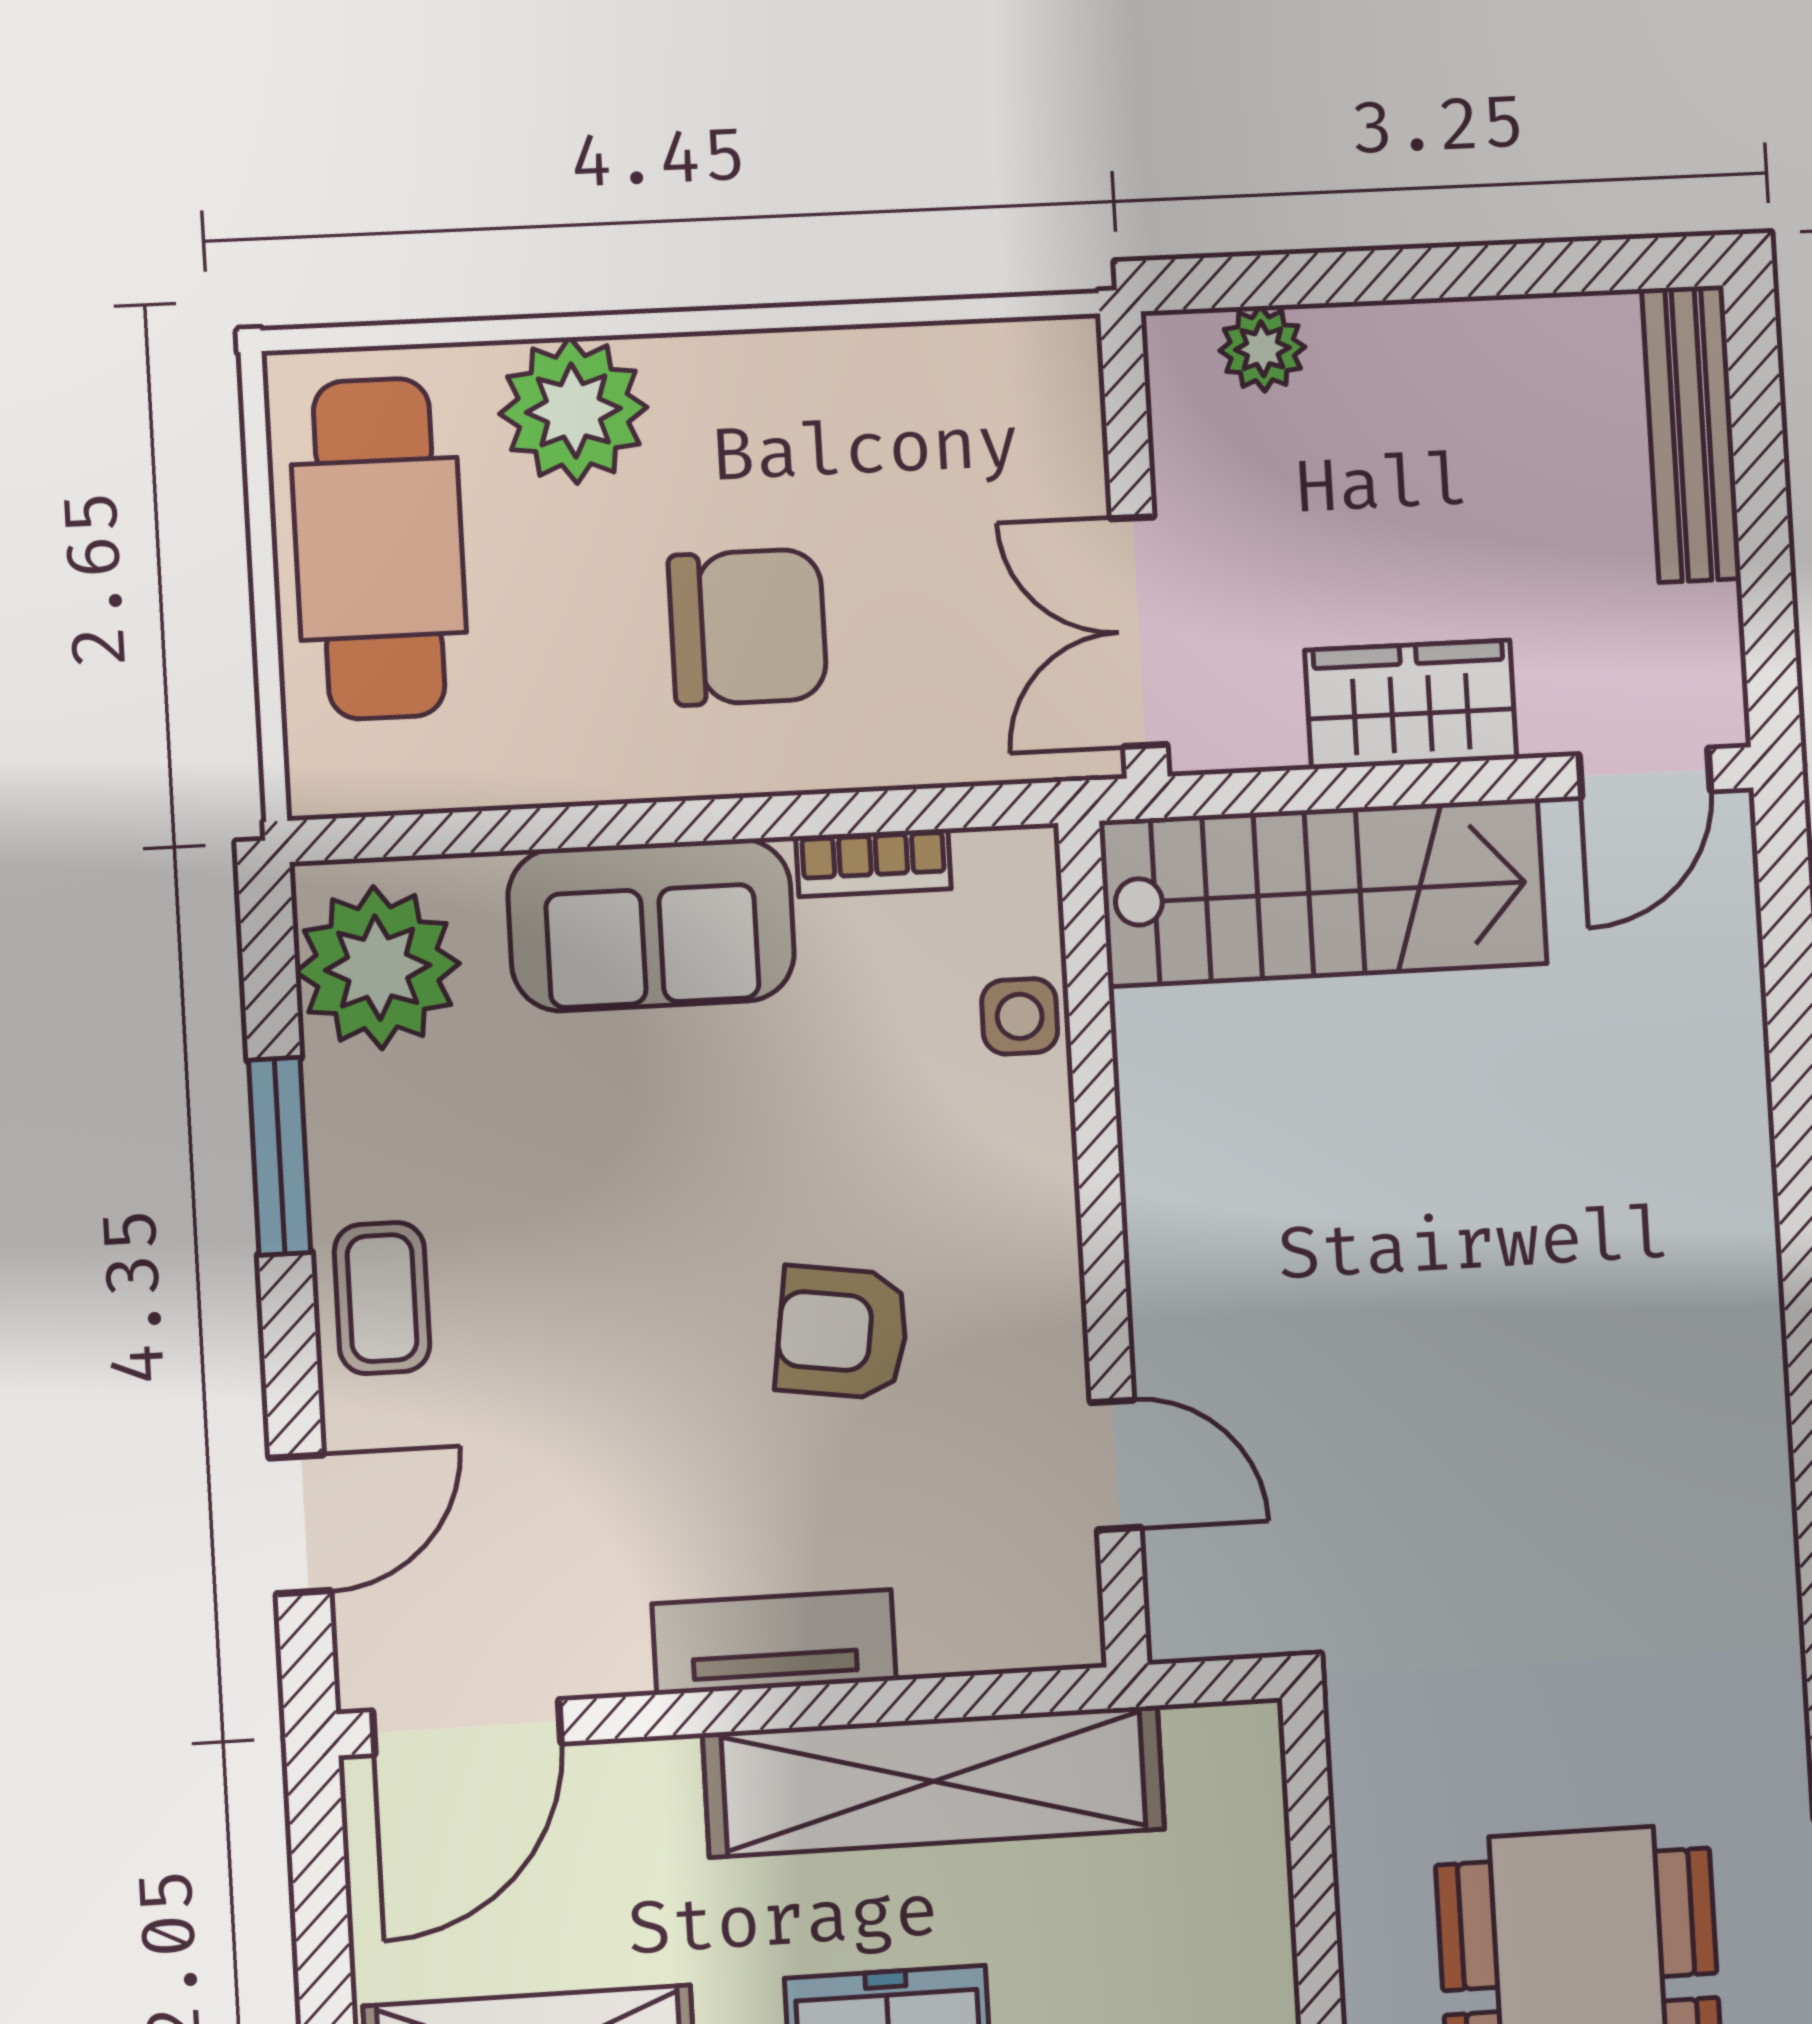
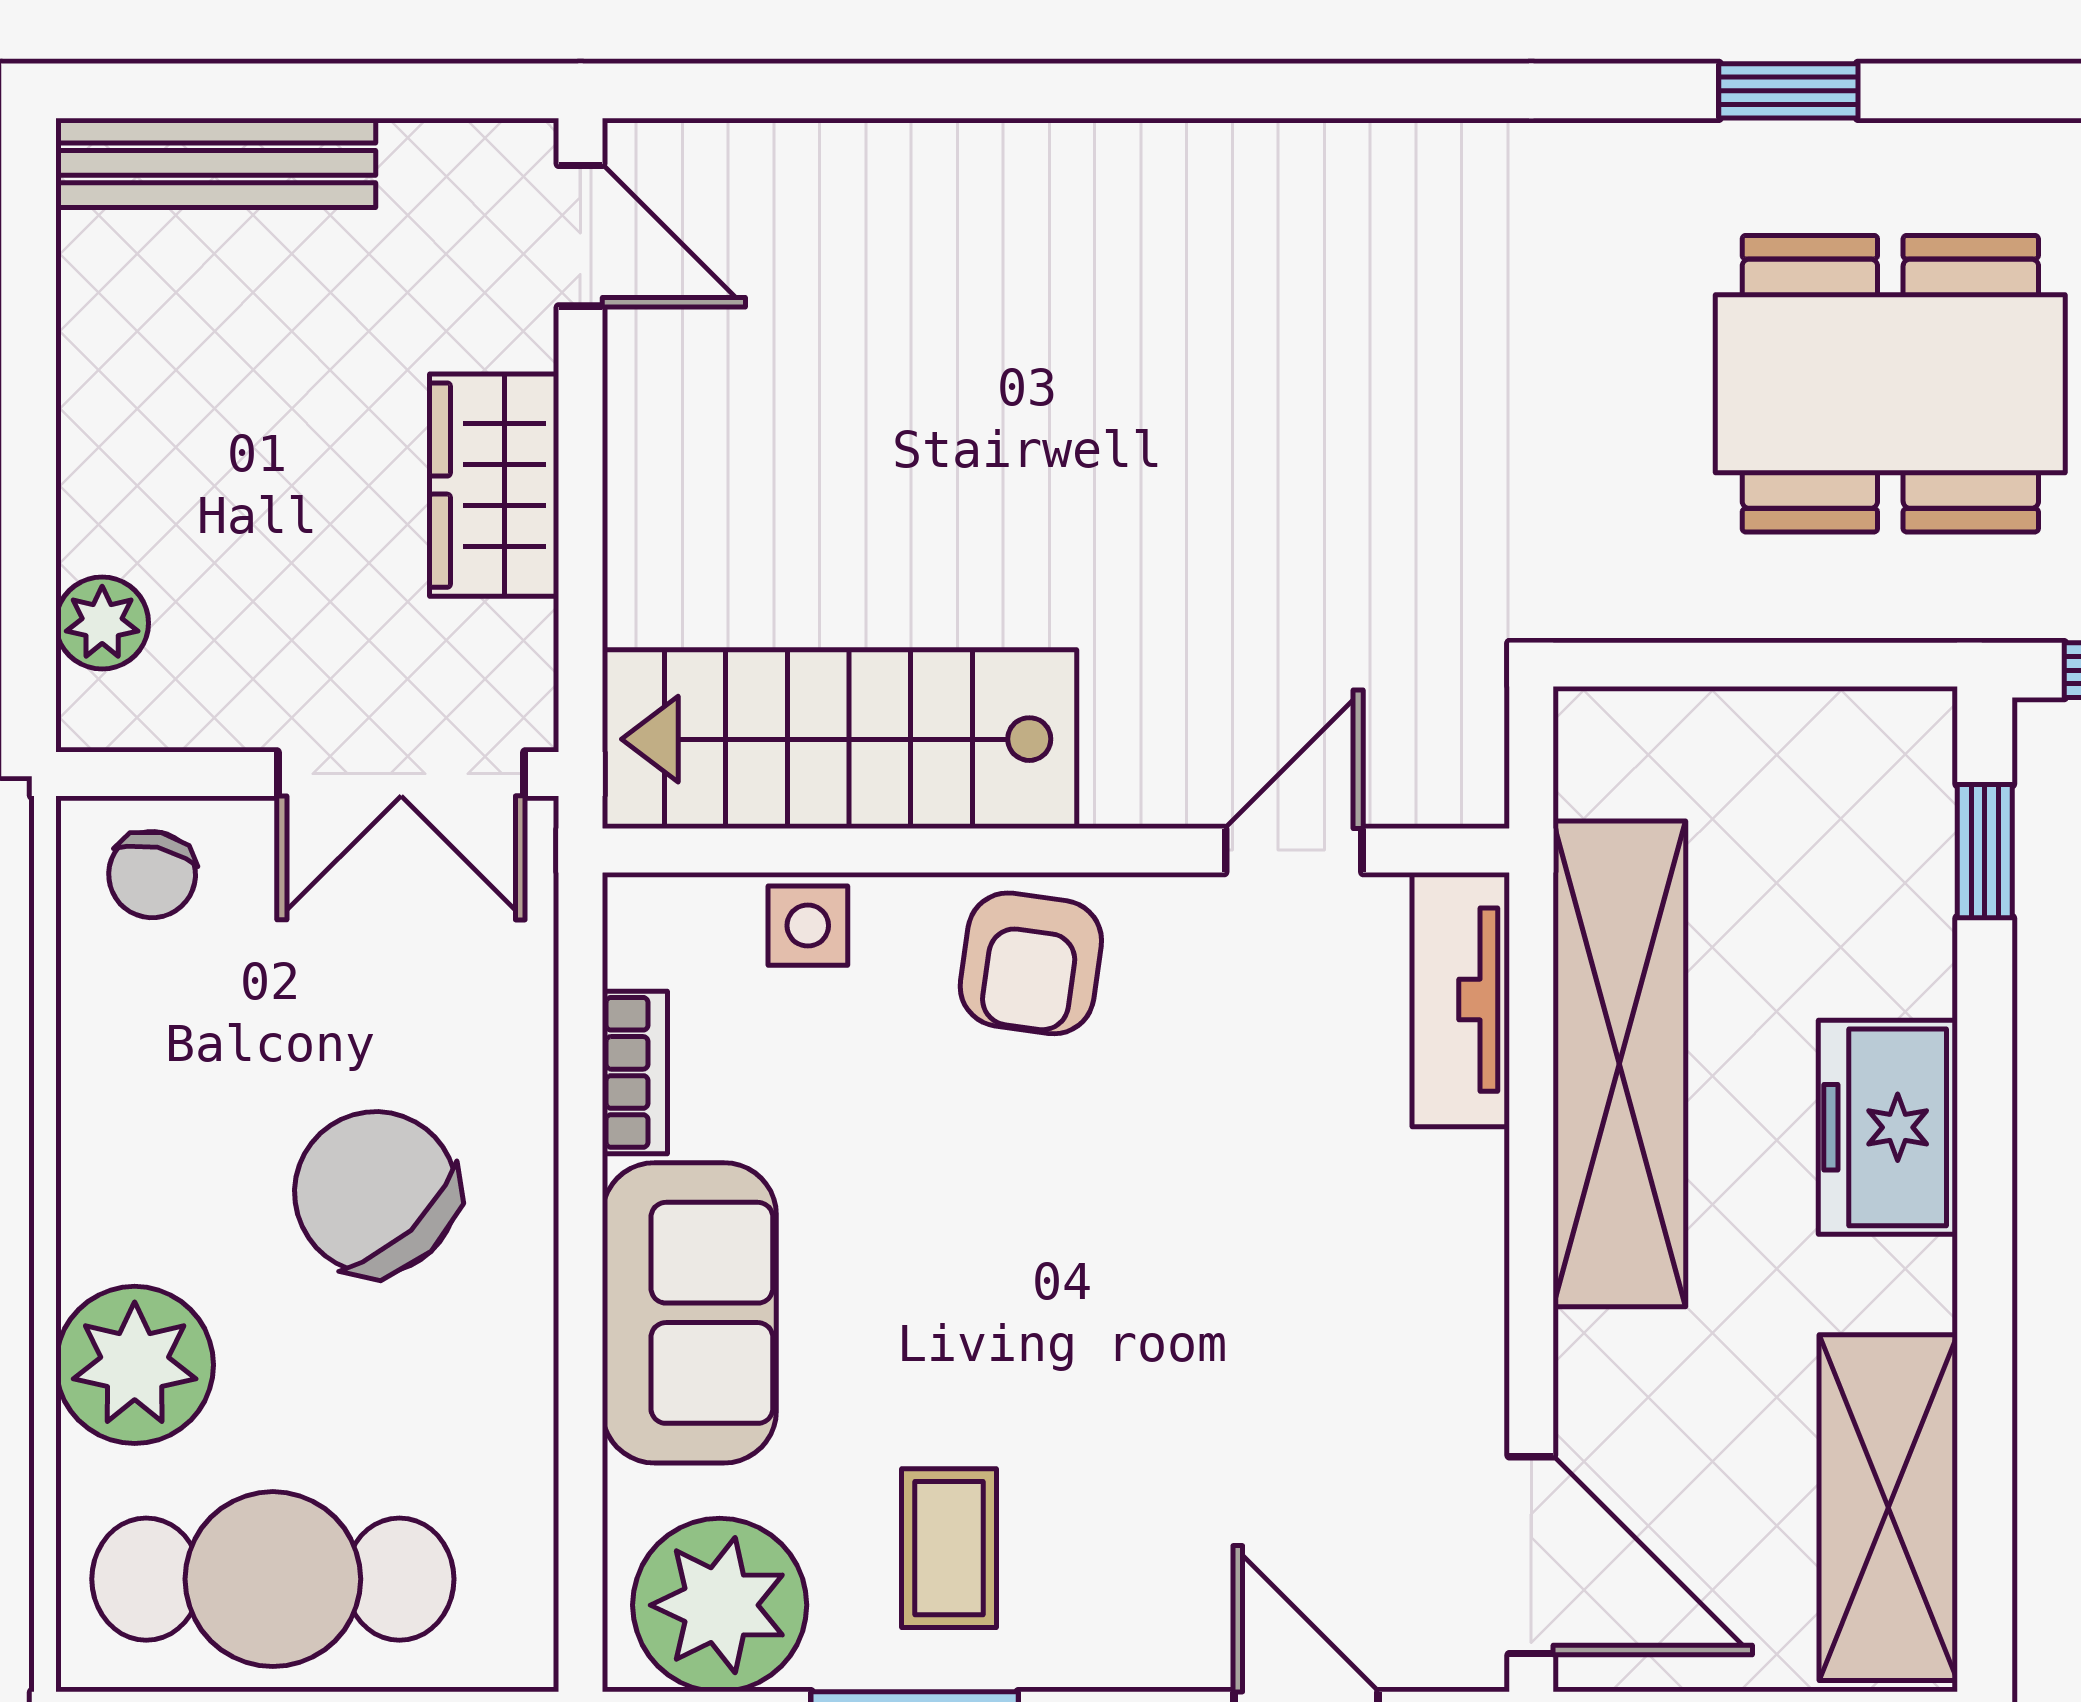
chair: (1032, 406) -> (152, 875), added
chair: (748, 627) -> (376, 1192), turned -43
stairs: (1323, 892) -> (840, 739), moved, turned -90
coffee table: (382, 1298) -> (949, 1548), moved, turned 90
armchair: (842, 1332) -> (1031, 963), moved
tv unit: (774, 1642) -> (1461, 1000), moved

